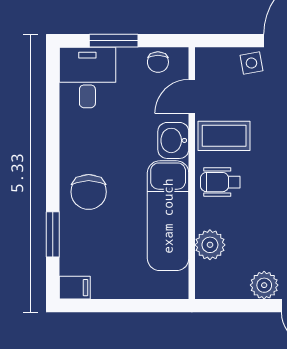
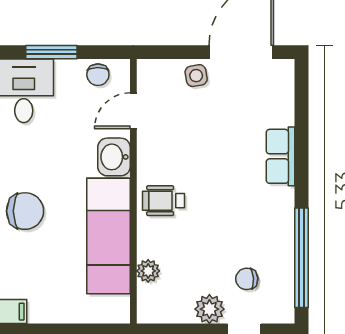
coffee table: (224, 136) -> (167, 152), removed
chair: (89, 192) -> (25, 211), turned -90
plant: (210, 245) -> (148, 271), width x0.73, depth x0.73

